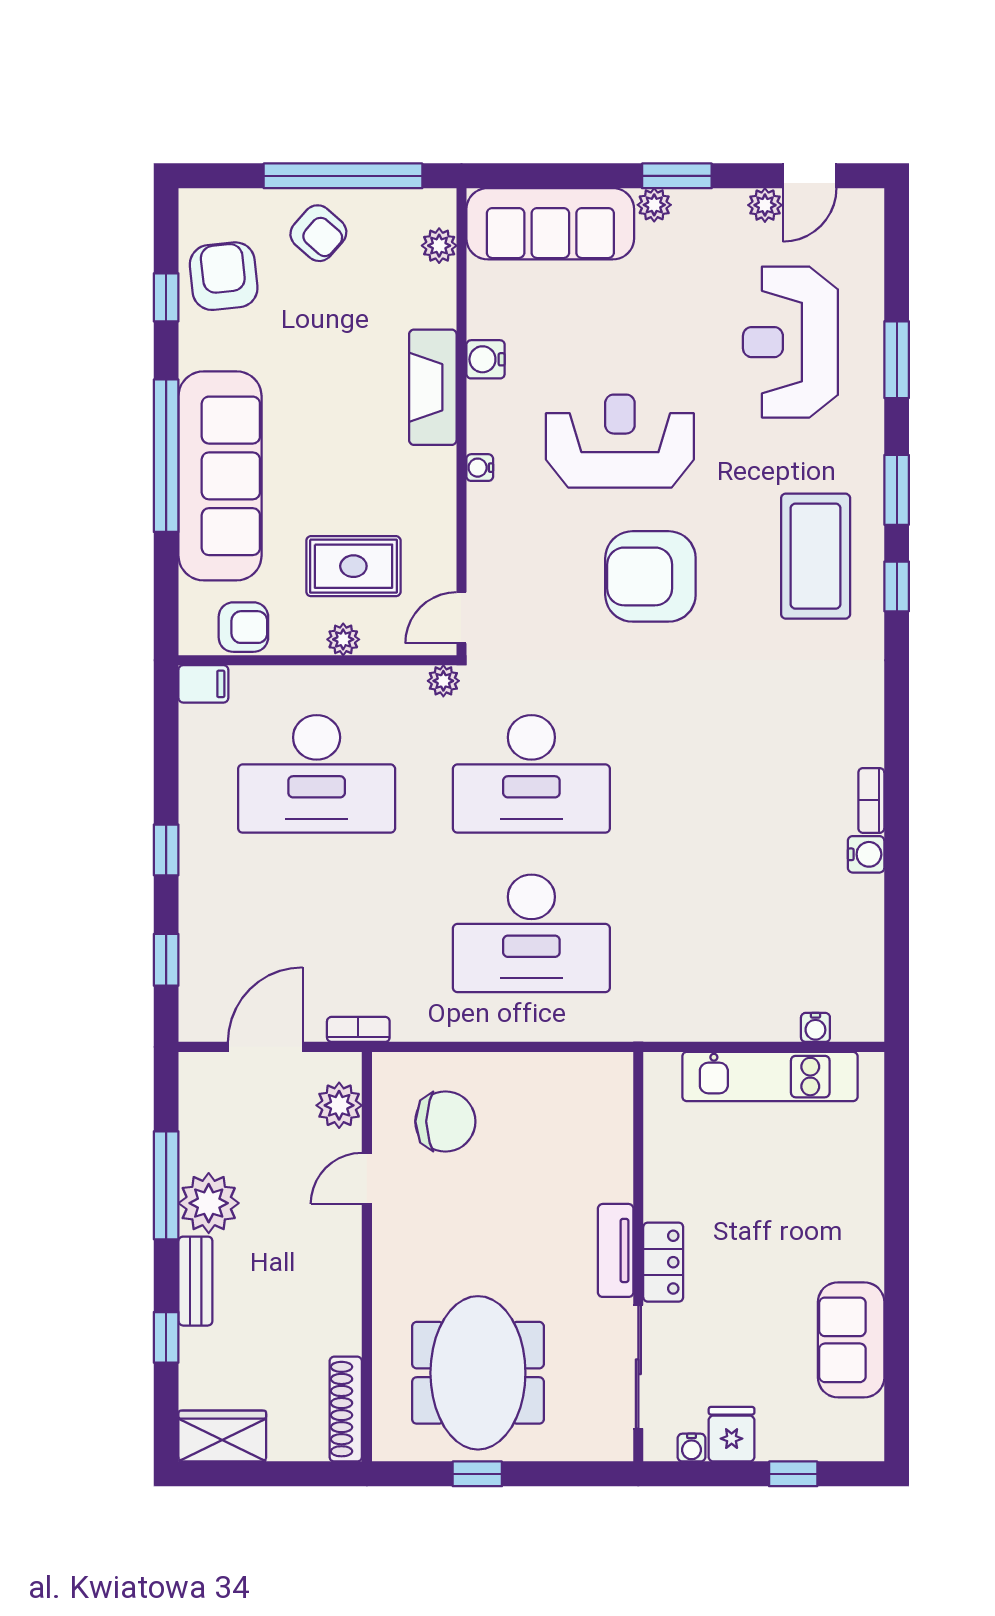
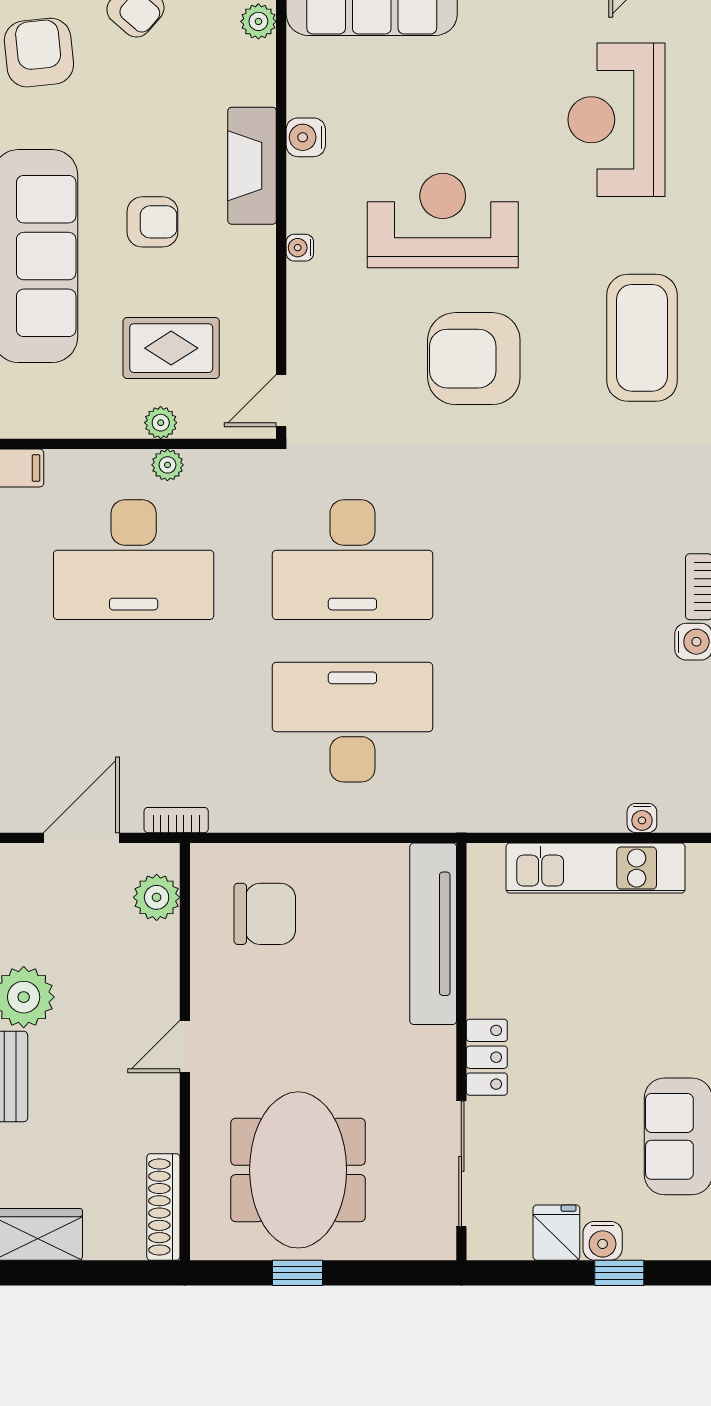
armchair: (243, 627) -> (152, 222), moved
plant: (443, 681) -> (167, 465), moved
desk: (531, 933) -> (352, 722), turned 180
door: (367, 1178) -> (185, 1046), moved
tv unit: (616, 1250) -> (433, 934), moved, width x1.92, depth x1.29
water cooler: (692, 1448) -> (603, 1241), moved, width x1.38, depth x1.38

